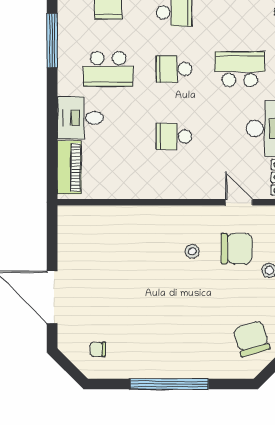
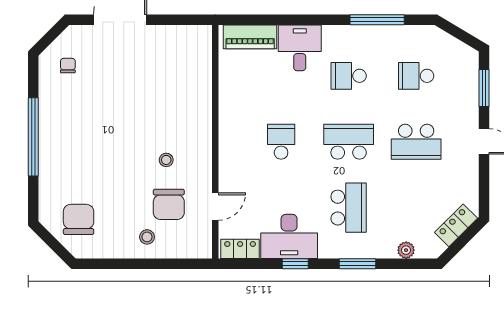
school desk: (108, 69) -> (349, 76), width x0.54
school desk: (174, 69) -> (349, 142), width x1.85
chair: (252, 339) -> (79, 219), turned -74

